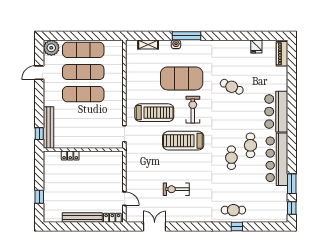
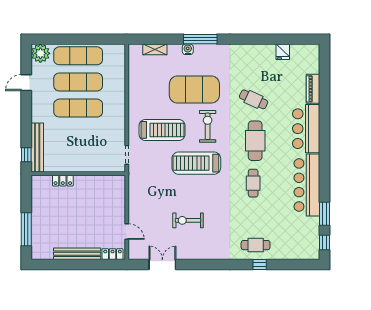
piano: (282, 54) -> (313, 89), moved
cafe table: (250, 145) -> (255, 141), moved, width x1.37, depth x1.35
window: (39, 197) -> (26, 229), width x2.17

